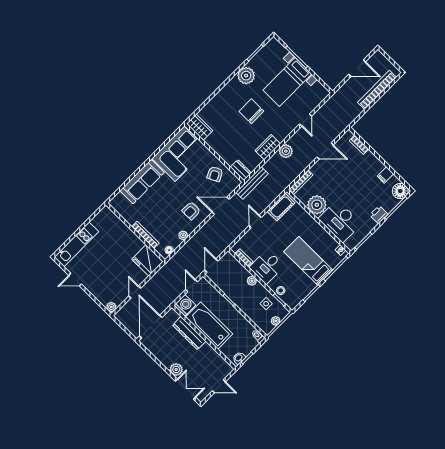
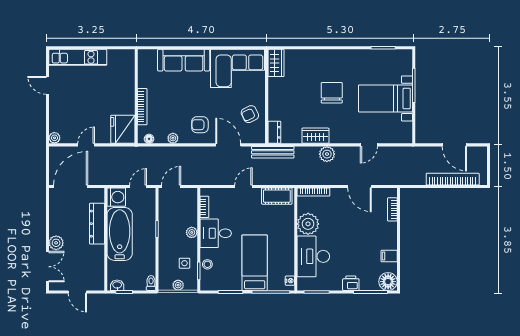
plant: (246, 76) -> (357, 59), removed

